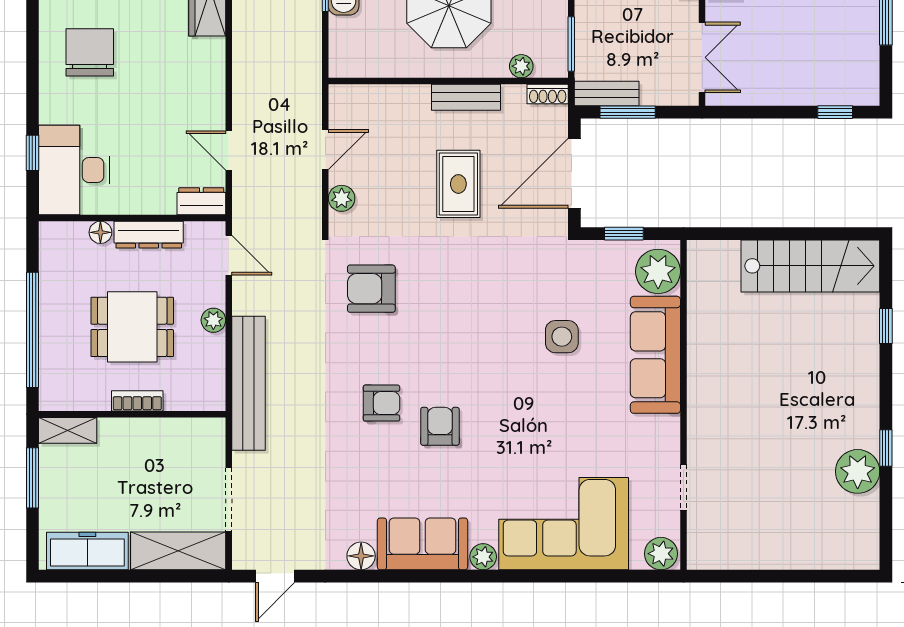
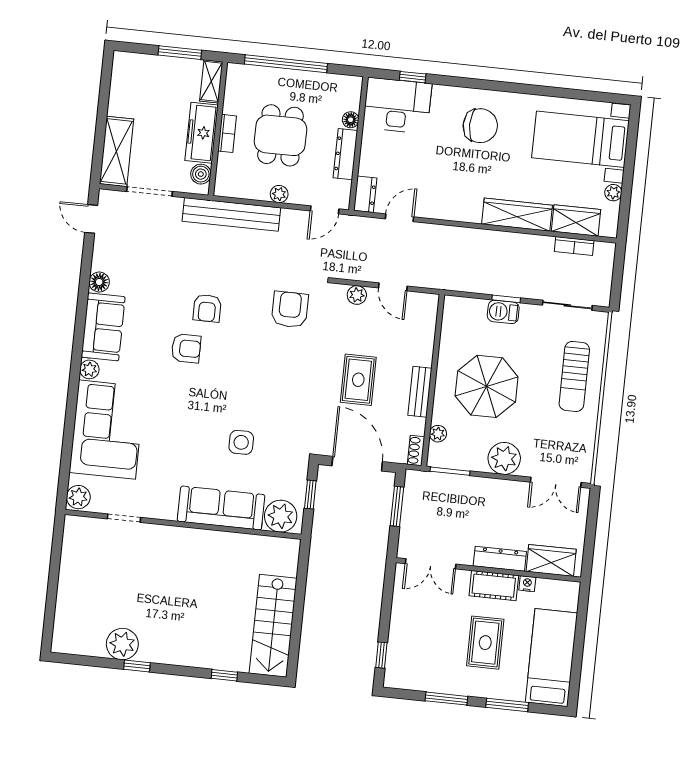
bench: (607, 94) -> (412, 493), removed
rug: (458, 184) -> (358, 380), turned 90
boiler: (197, 431) -> (201, 174), added
freezer: (87, 551) -> (202, 133), moved, turned 180

